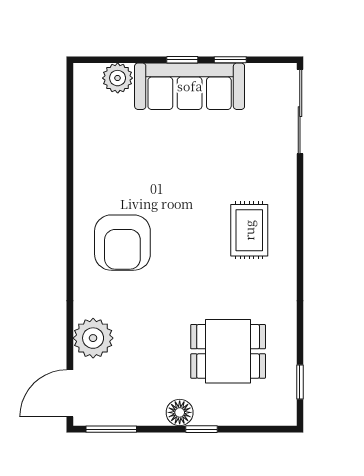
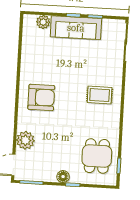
rug: (249, 230) -> (100, 95), turned 90
armchair: (122, 243) -> (41, 97), turned -90
dining table: (228, 351) -> (97, 156), moved, turned 90

